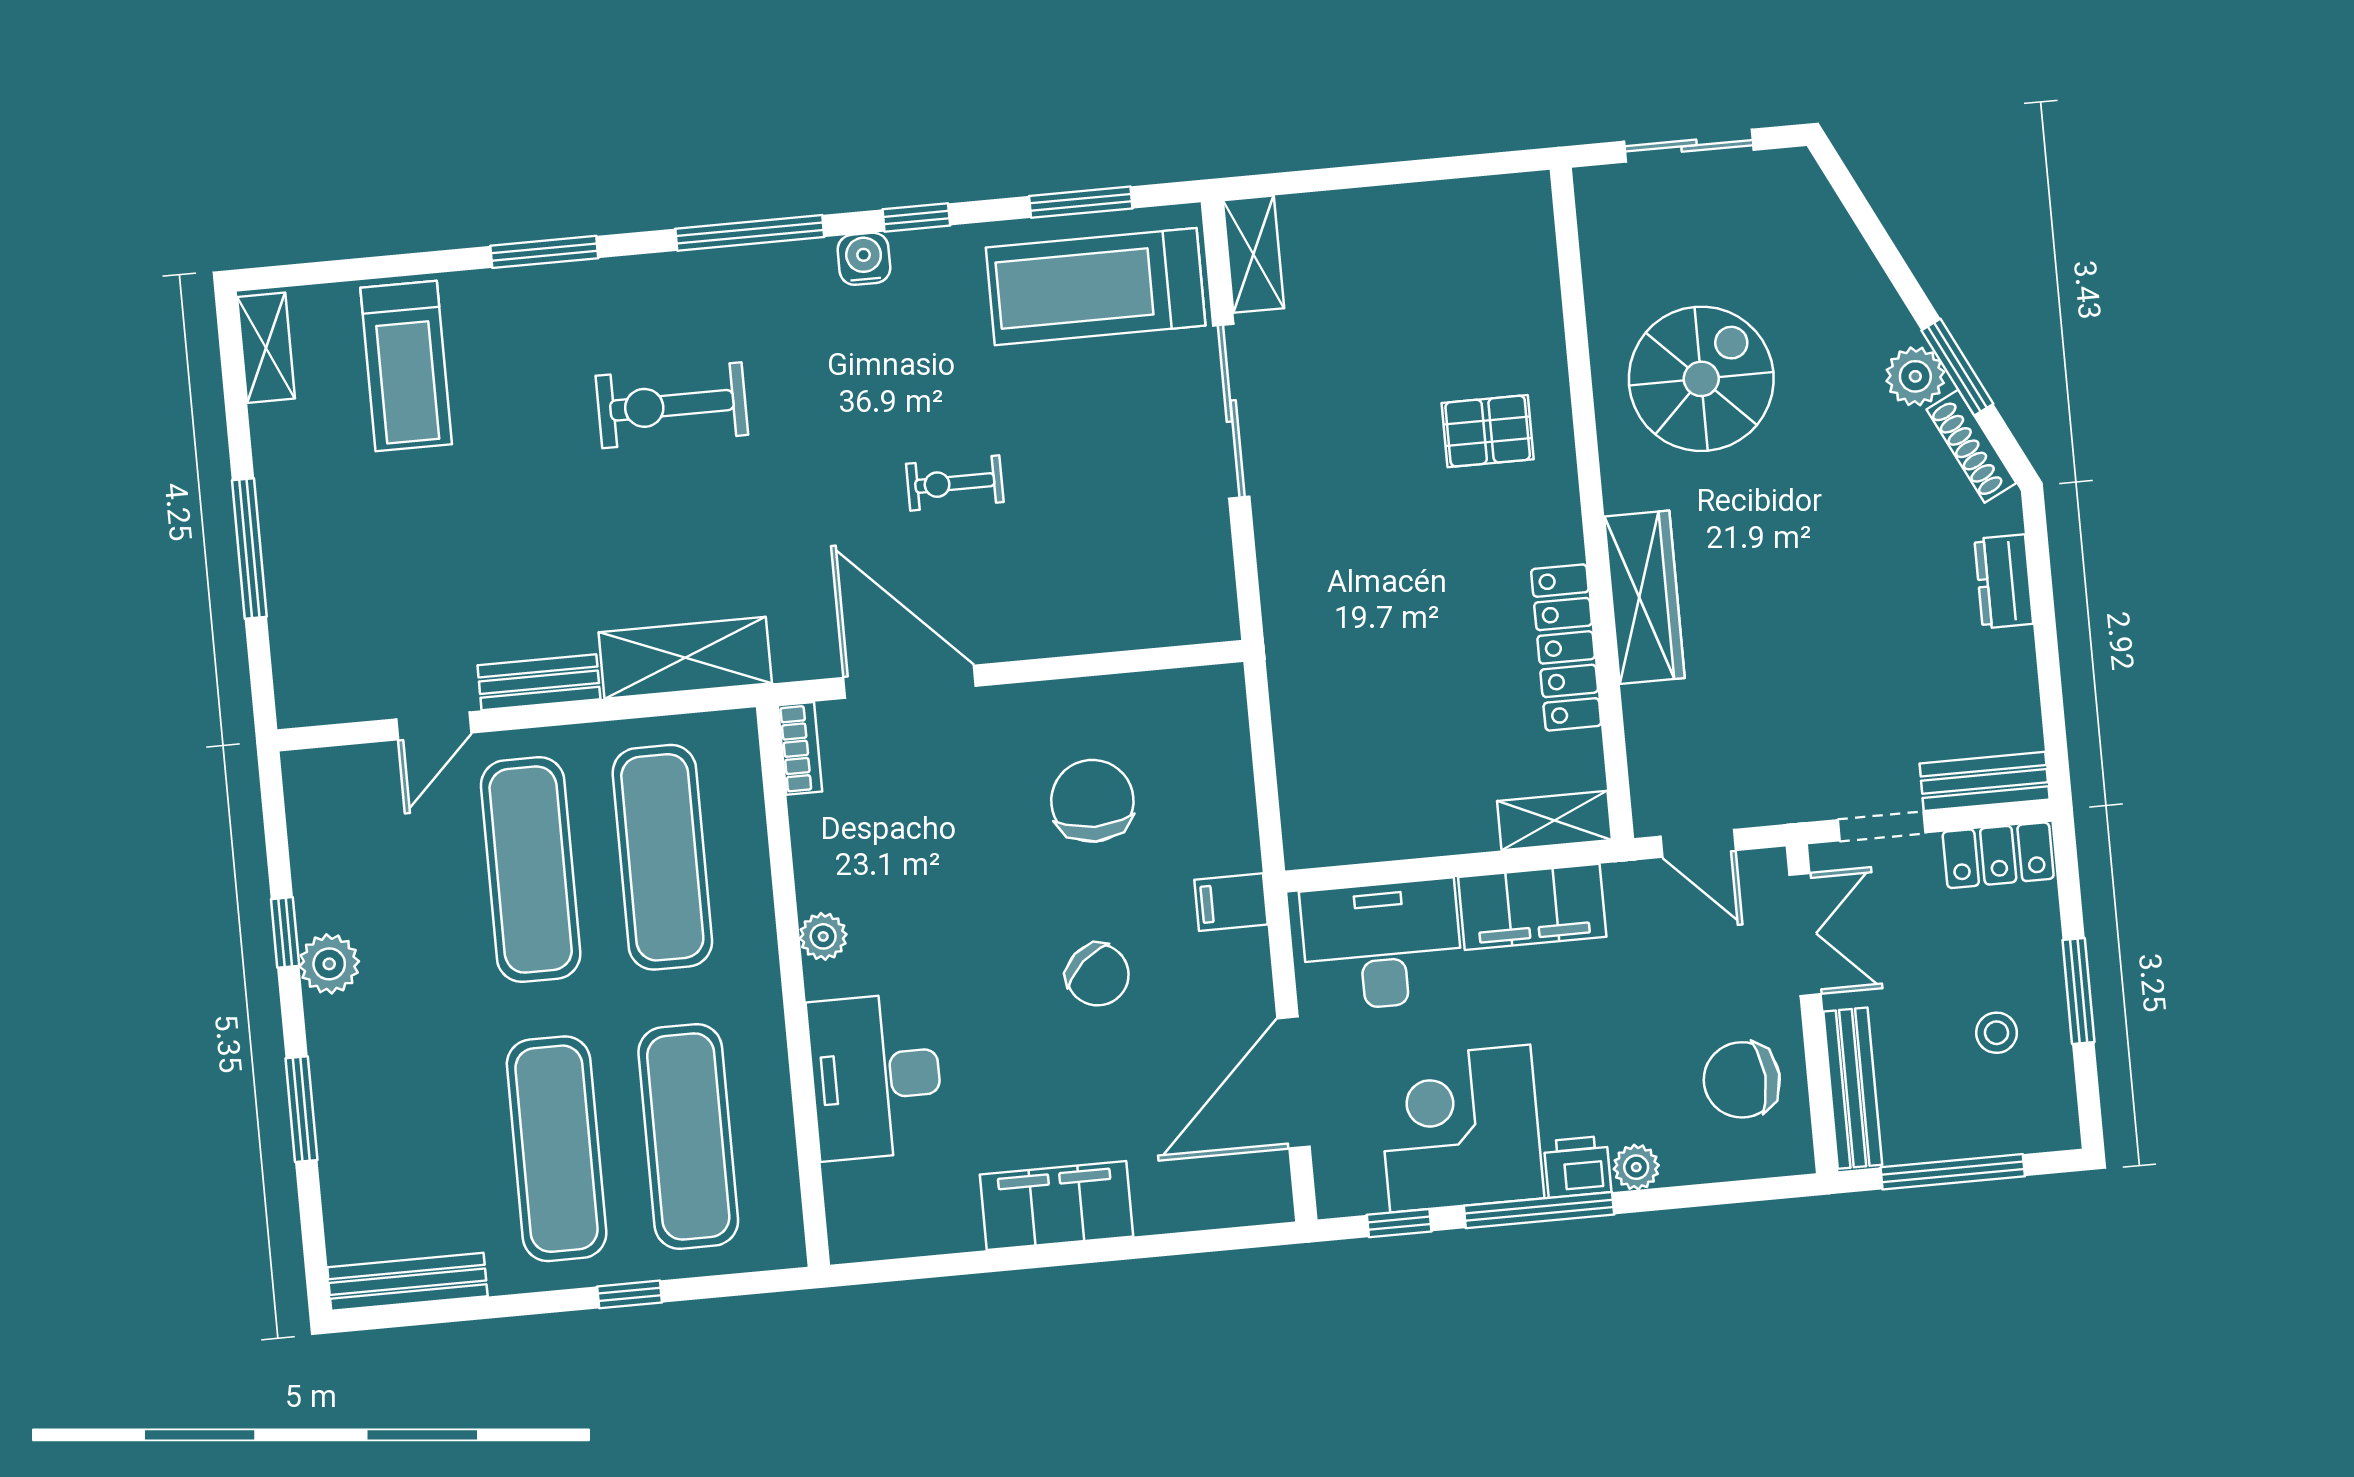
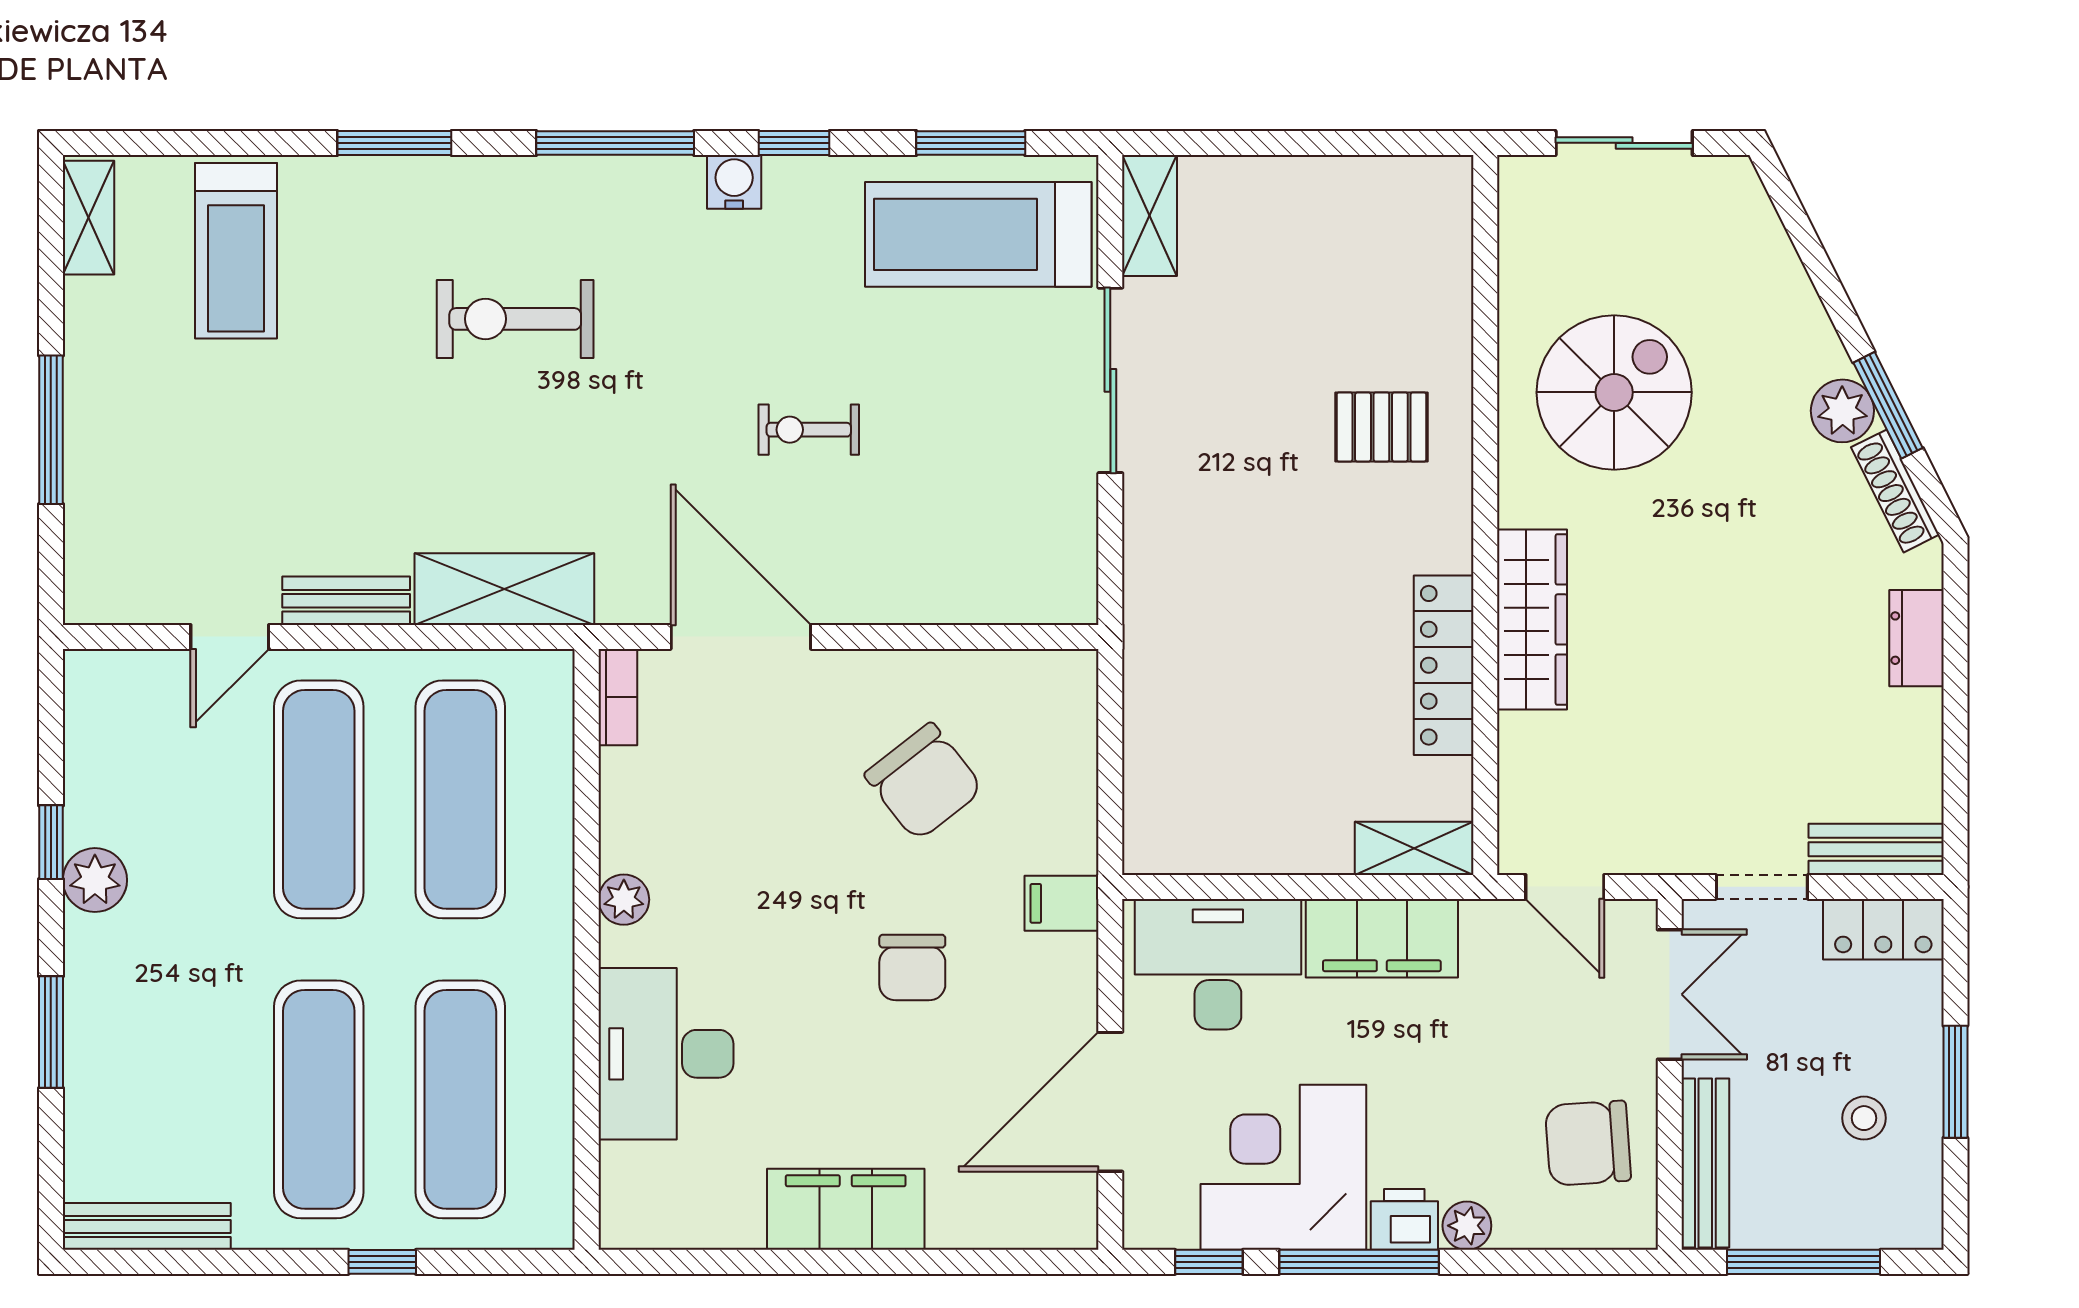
chair: (1092, 801) -> (924, 782), turned 142
chair: (1098, 975) -> (912, 967), turned 42

